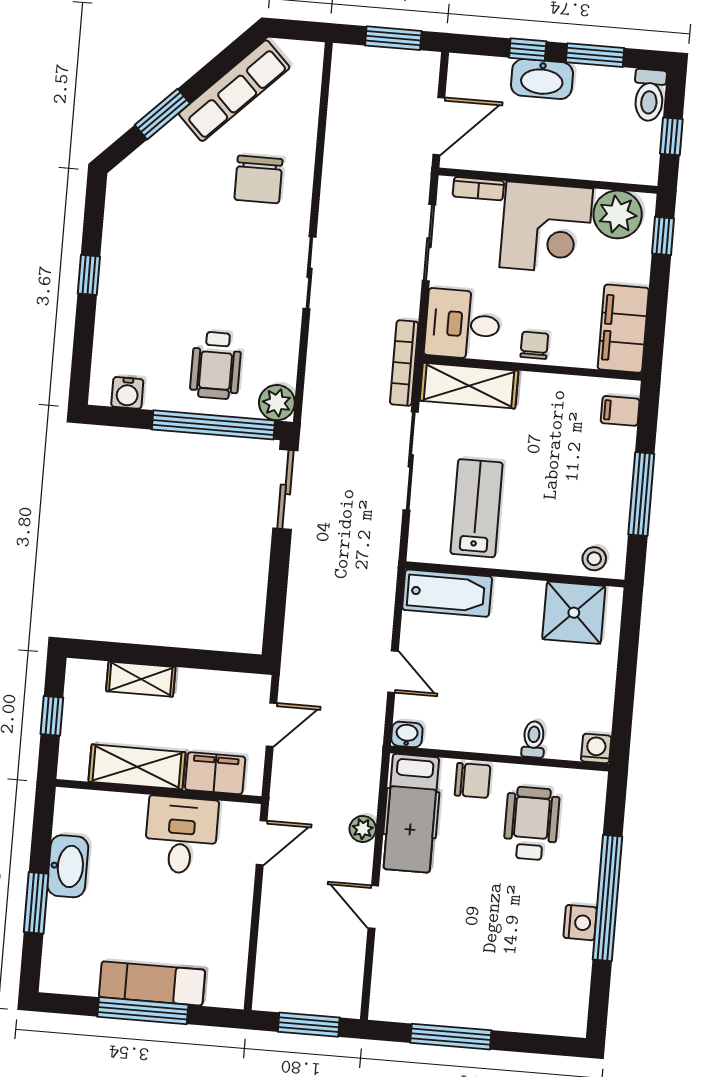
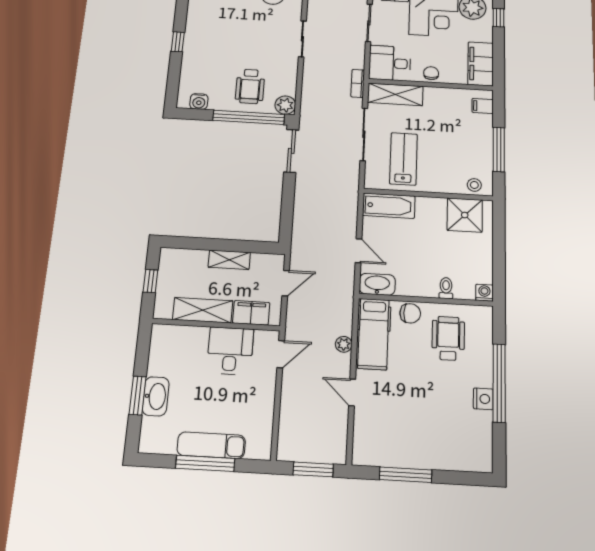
bookcase: (404, 363) -> (358, 83), width x0.64
shelving: (141, 679) -> (229, 260), moved
washbasin: (407, 734) -> (377, 284), width x1.91, depth x1.45
washbasin: (68, 866) -> (156, 396), moved

